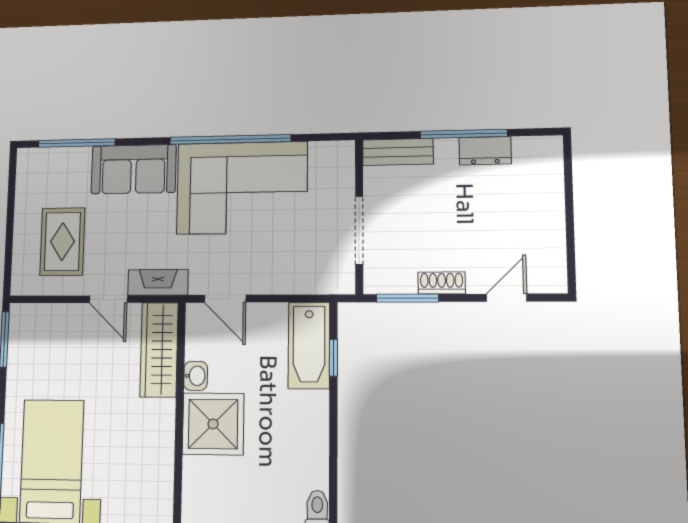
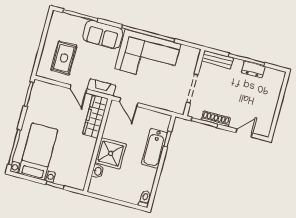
shoe rack: (442, 283) -> (216, 119), width x1.43
bathtub: (309, 345) -> (154, 148), moved
washbasin: (196, 376) -> (98, 171), moved

